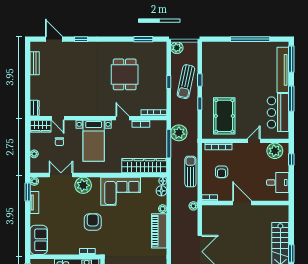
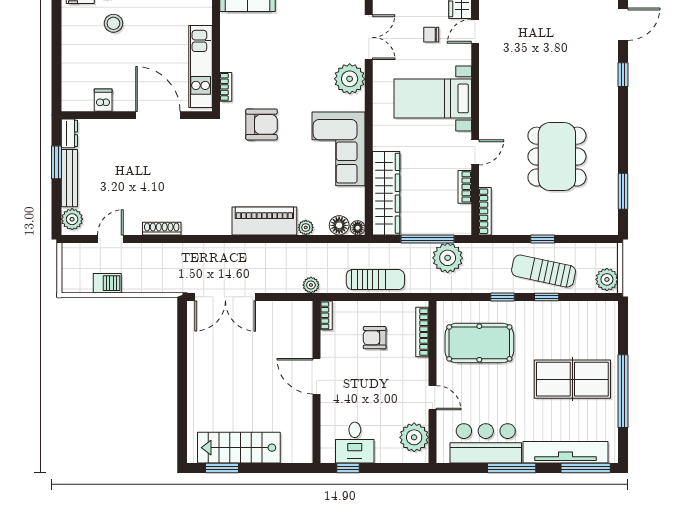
plant: (177, 48) -> (607, 279), moved
table tennis table: (244, 66) -> (572, 379), added
dining table: (125, 74) -> (557, 157), width x1.38
window: (291, 159) -> (348, 468), moved
door: (242, 203) -> (317, 376), swing flipped
armchair: (93, 222) -> (261, 124), moved

